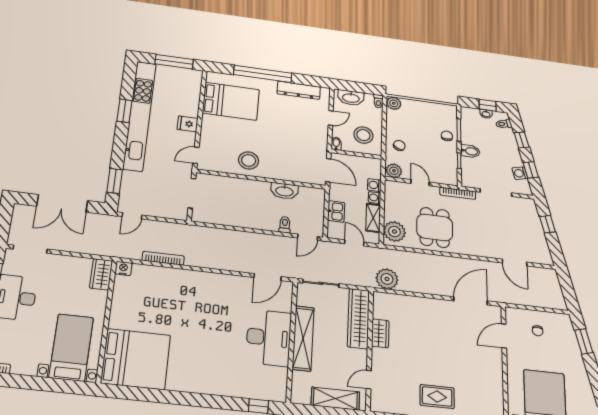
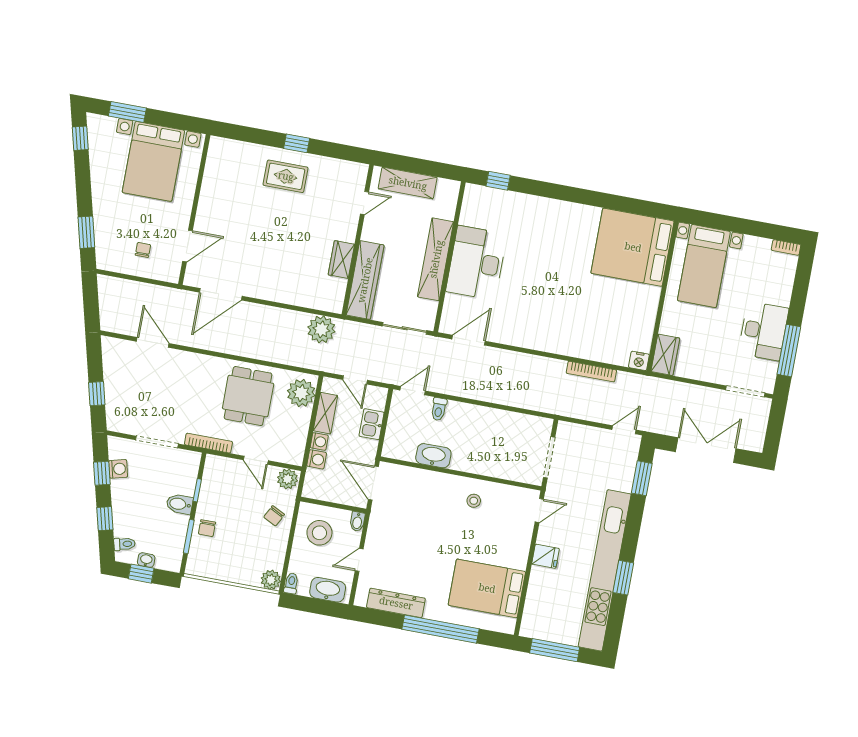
stool: (249, 160) -> (474, 501), width x0.53, depth x0.53

